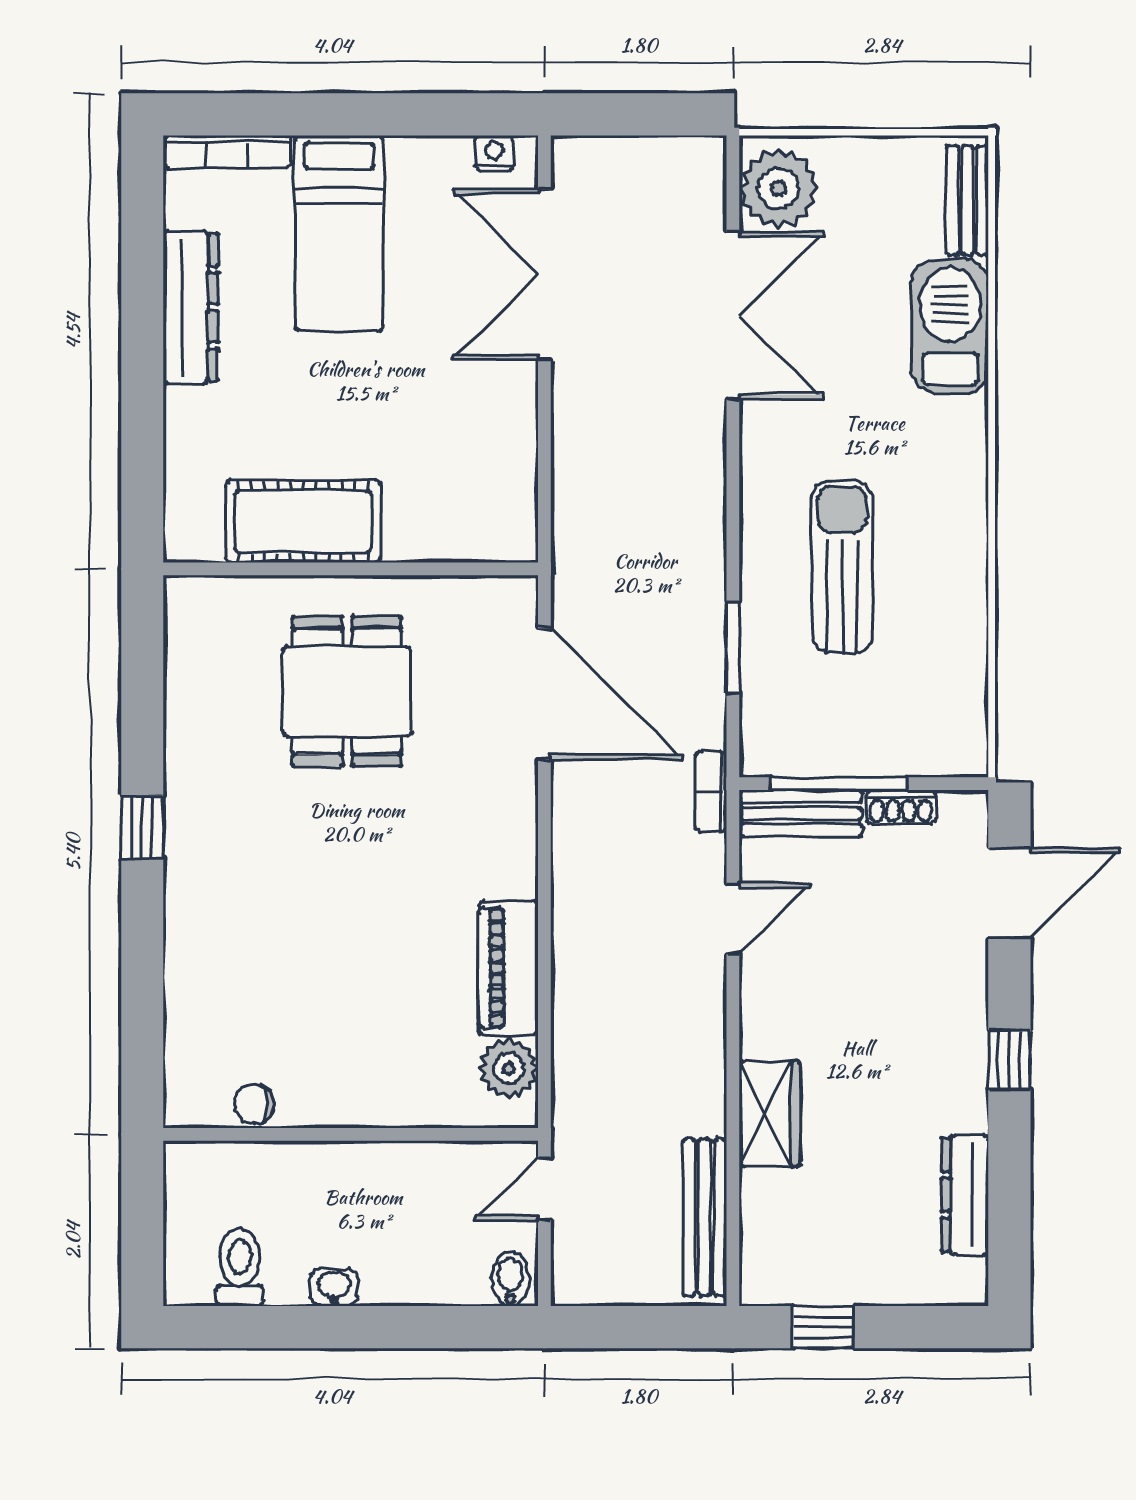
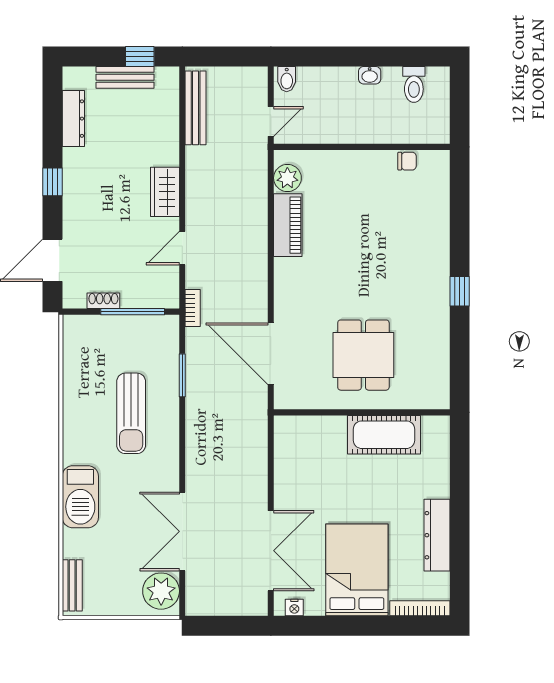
bed: (339, 233) -> (357, 570), width x1.50
barbecue: (950, 326) -> (80, 497), moved
bench: (801, 813) -> (125, 77), moved
wardrobe: (770, 1114) -> (165, 192), moved

